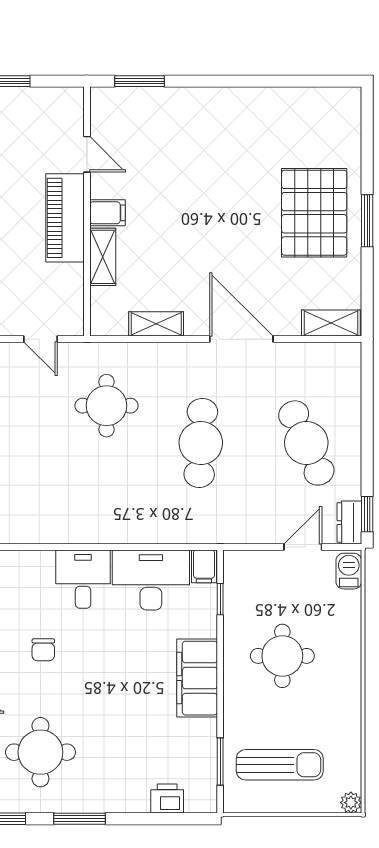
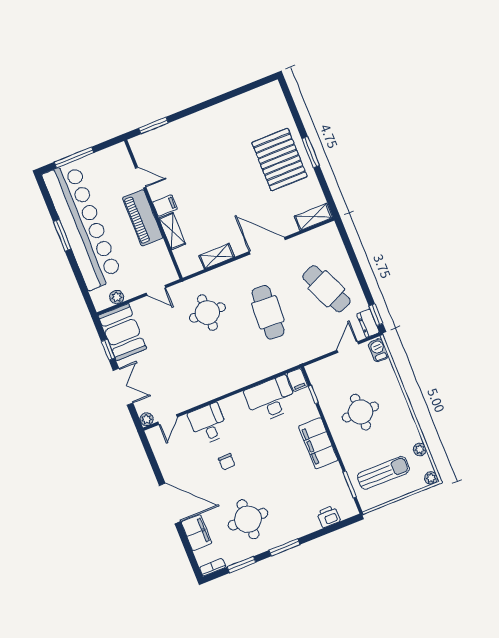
desk: (83, 579) -> (208, 424), moved
plant: (351, 751) -> (420, 449), added

